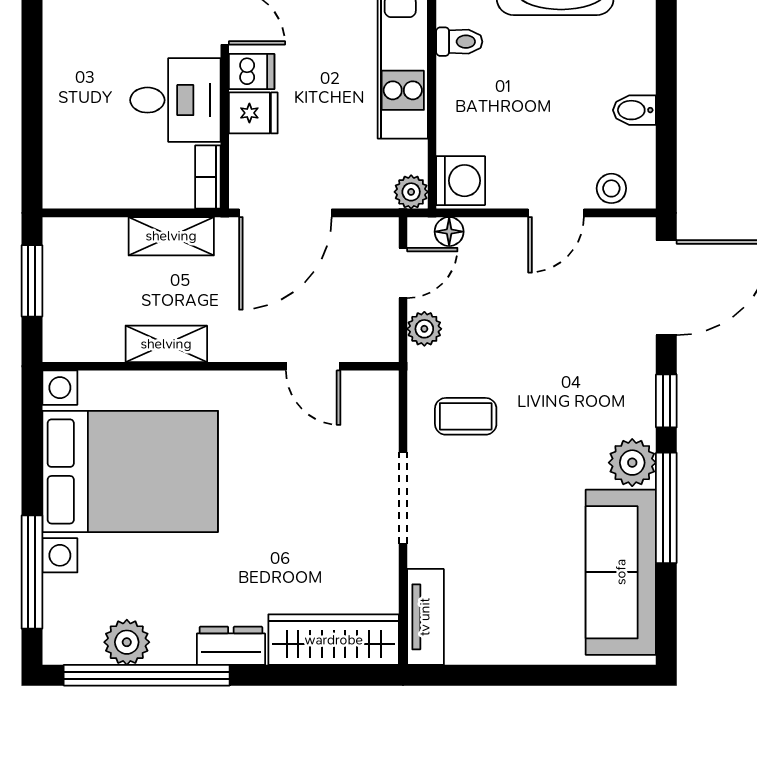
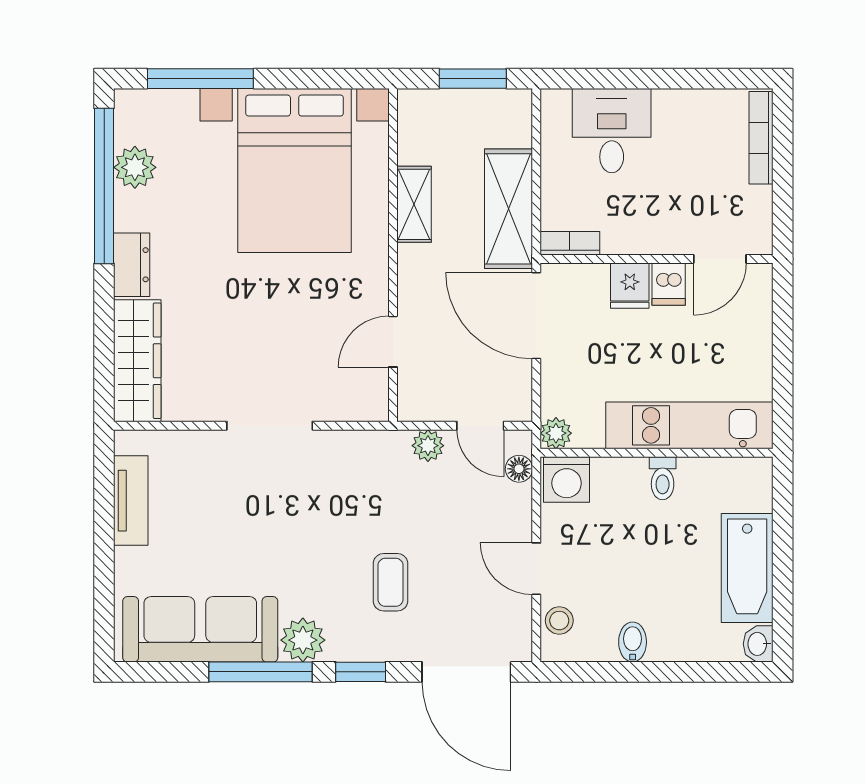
toilet: (459, 42) -> (663, 478), moved
desk: (175, 100) -> (612, 131), moved, turned 180
shelving: (171, 236) -> (509, 209), width x1.50, depth x1.33
coffee table: (466, 416) -> (390, 582), moved
tv unit: (425, 617) -> (131, 501), moved, turned -90

